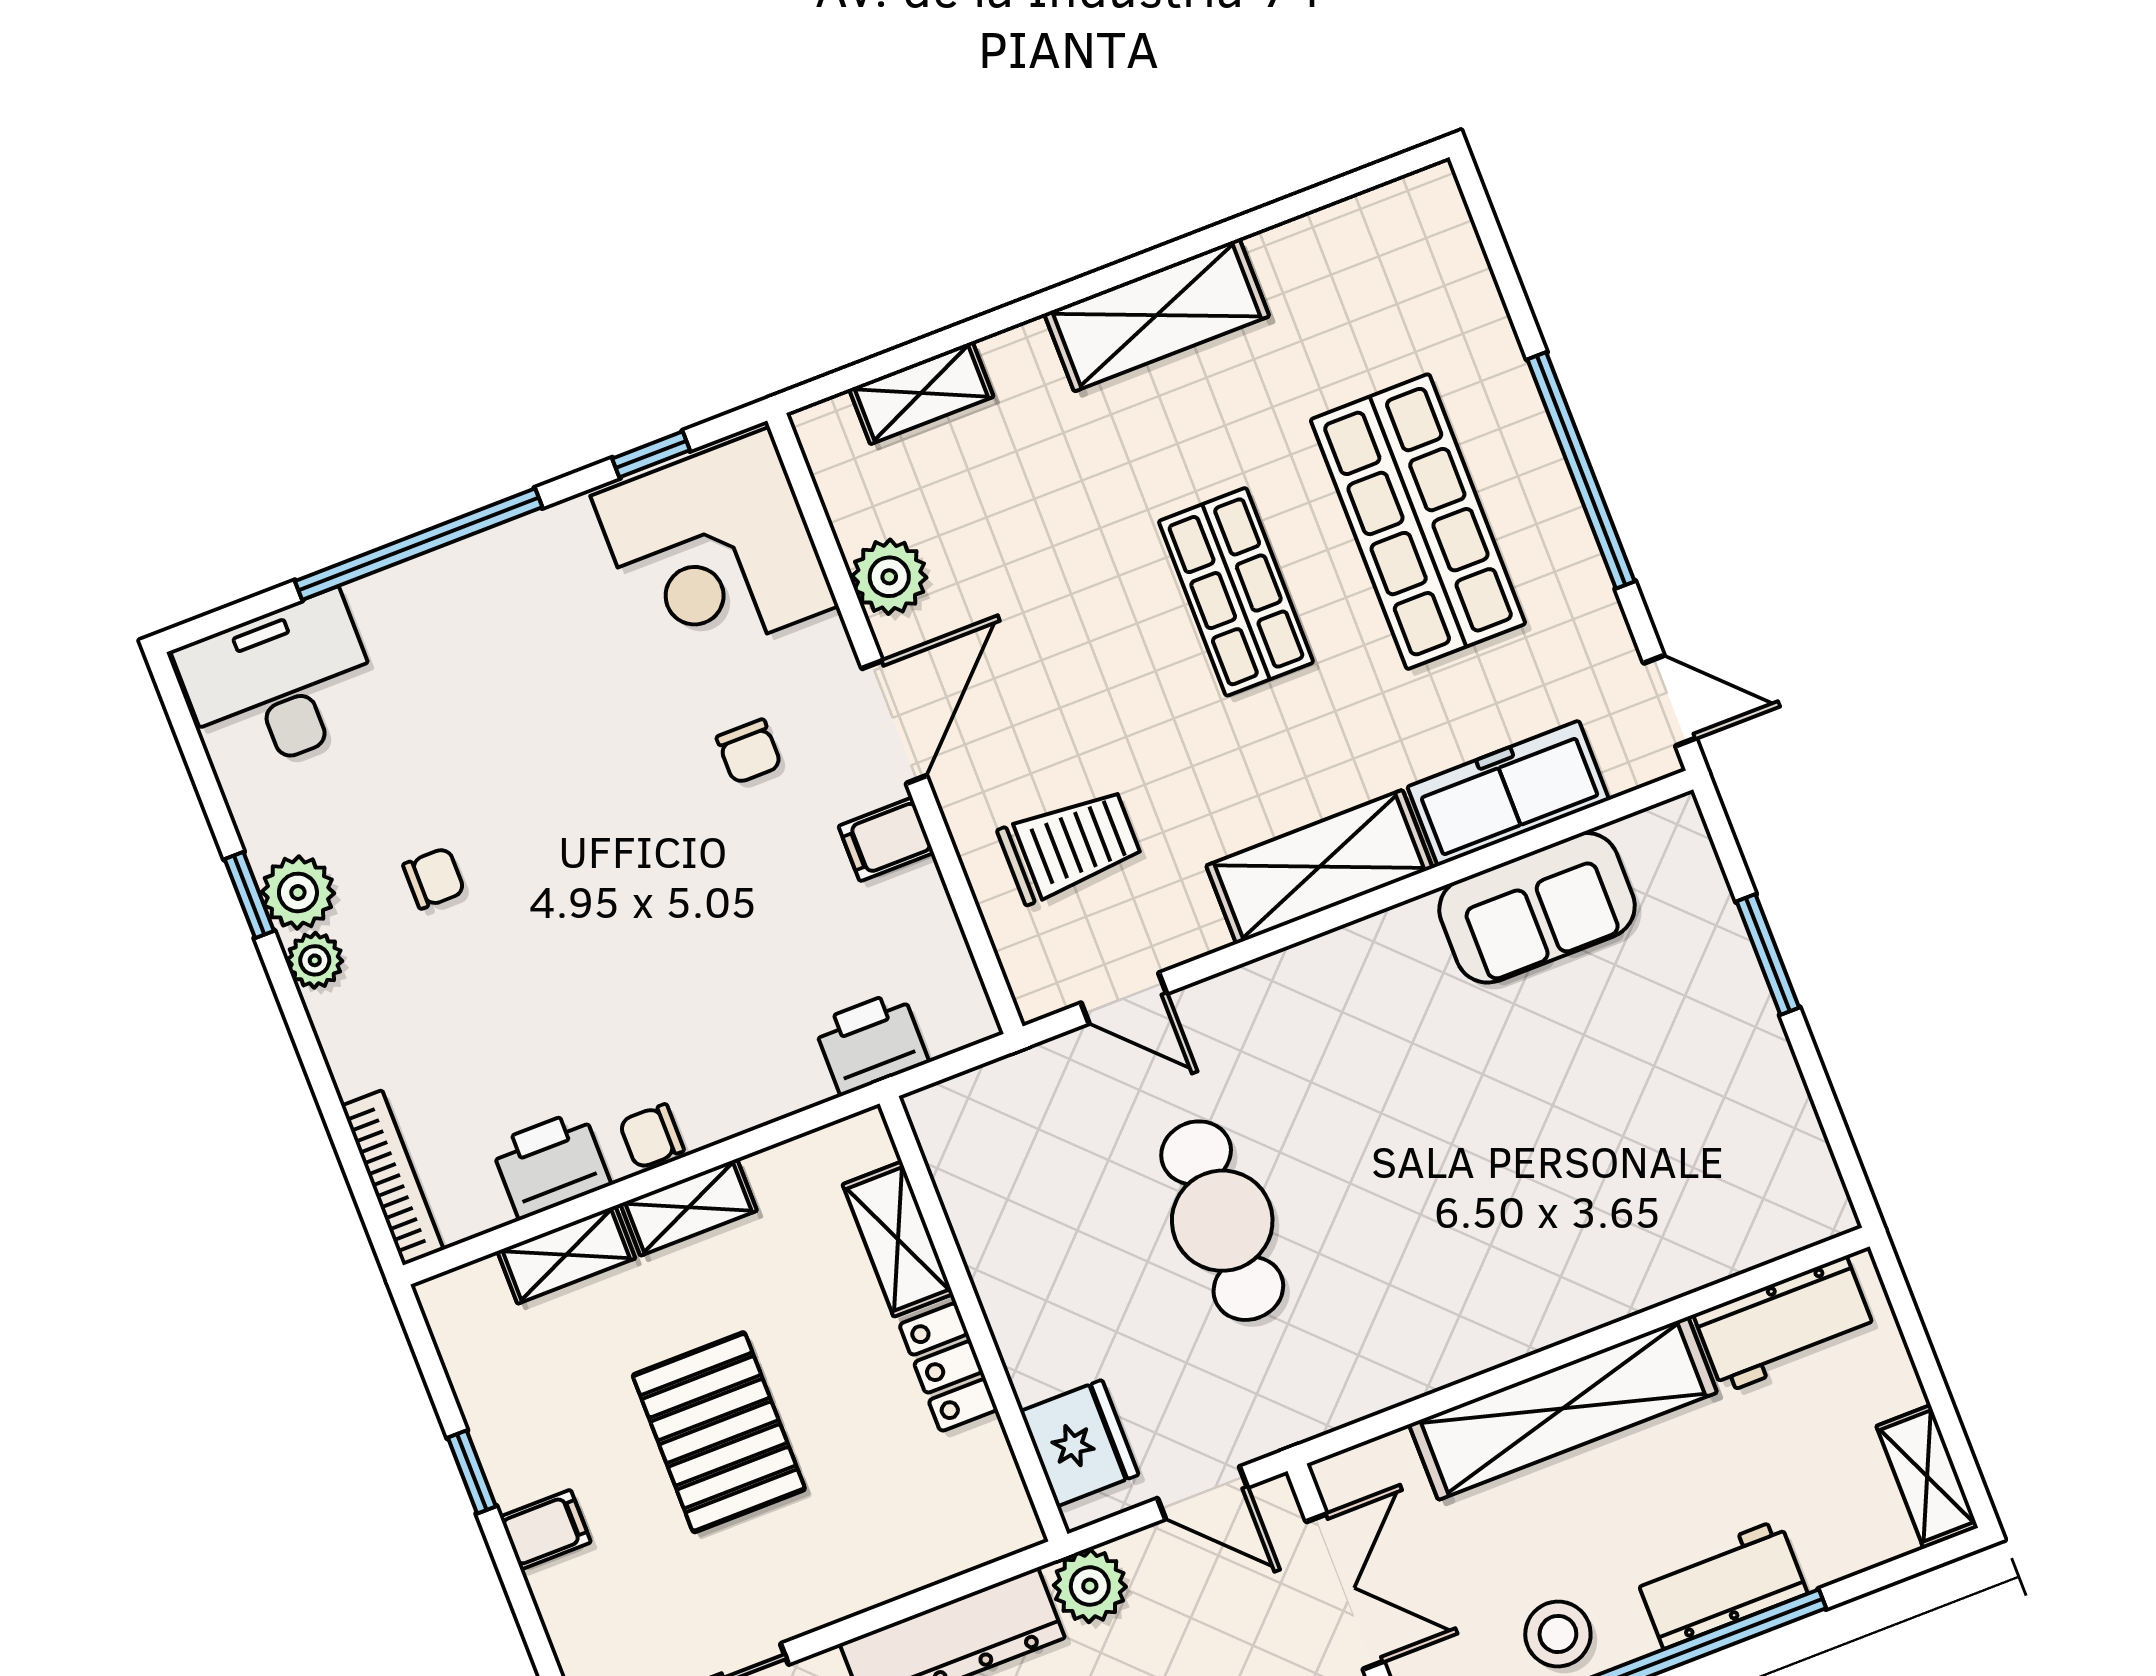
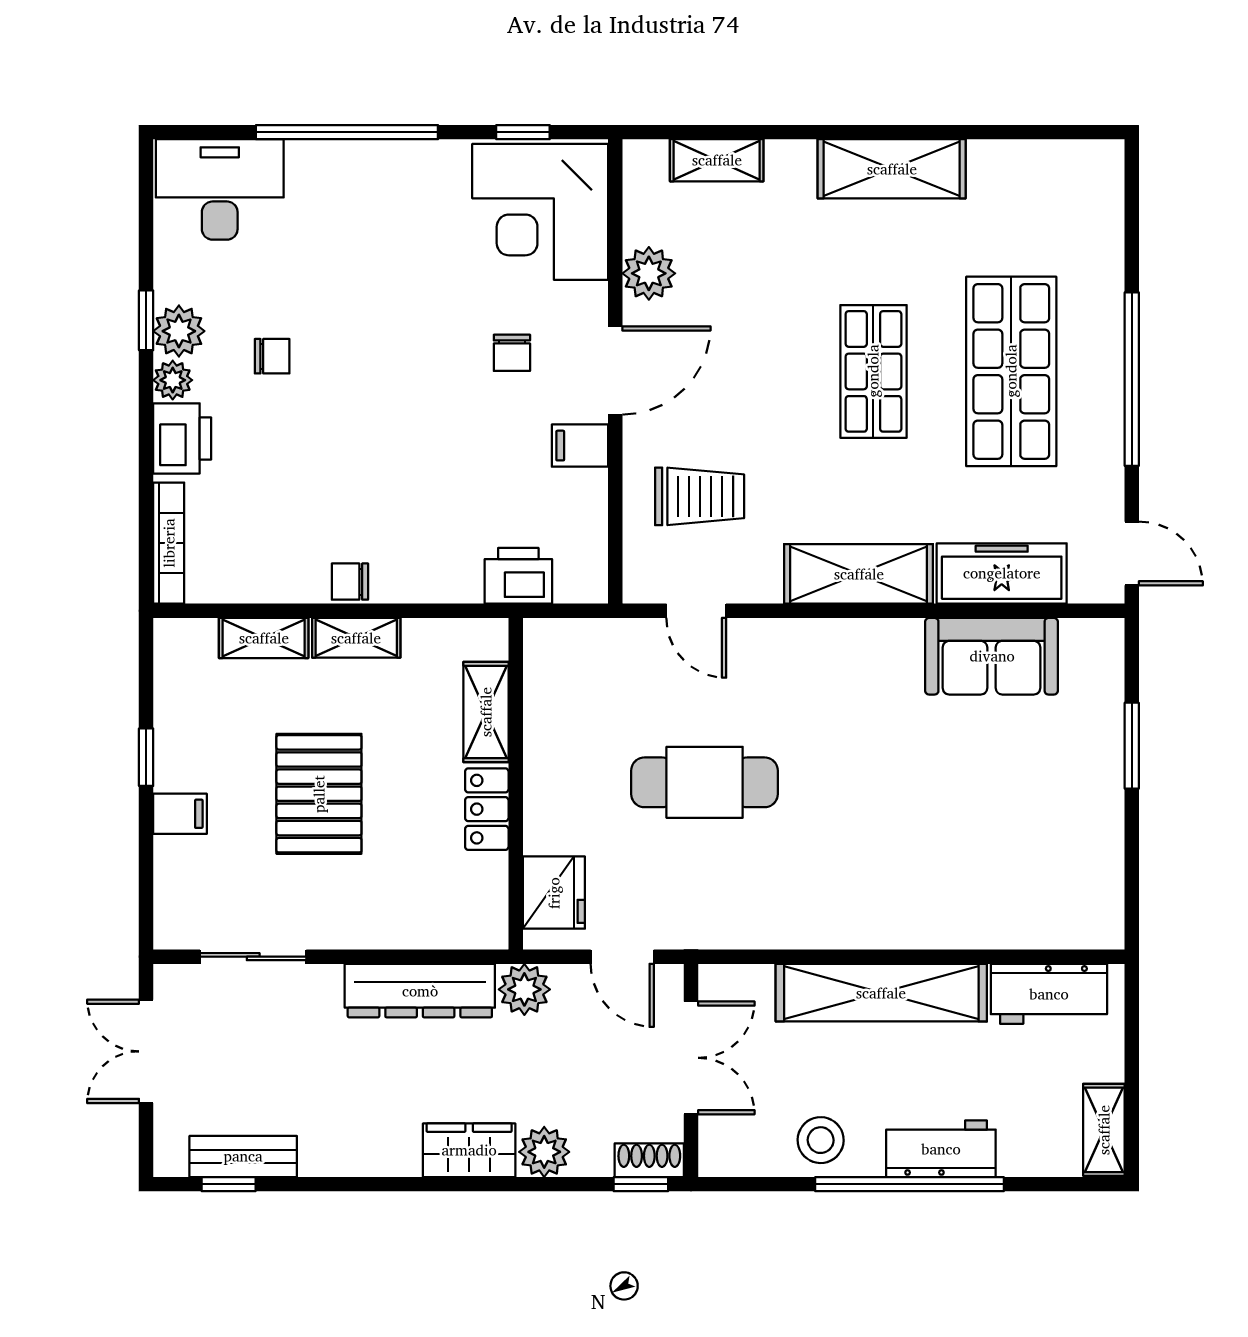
printer: (551, 1165) -> (182, 438), moved, turned 90
cafe table: (1222, 1221) -> (705, 782), turned 90

